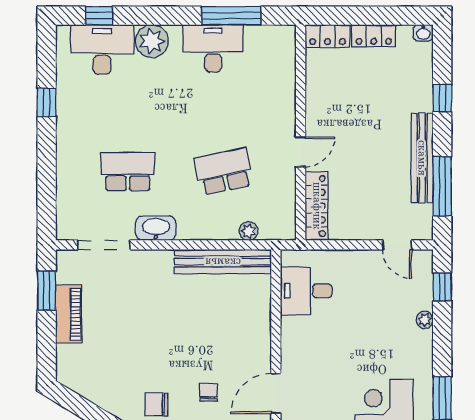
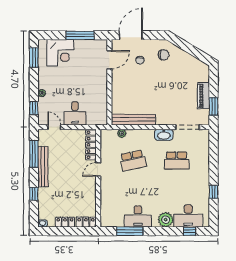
desk: (306, 291) -> (75, 113), moved, turned 90

